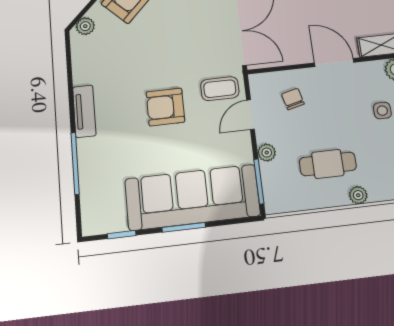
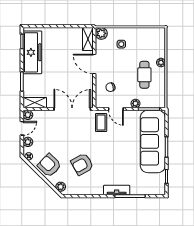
door: (334, 63) -> (94, 64), hinge flipped
armchair: (165, 107) -> (82, 164), moved, turned 61
tv unit: (84, 111) -> (117, 190), moved

